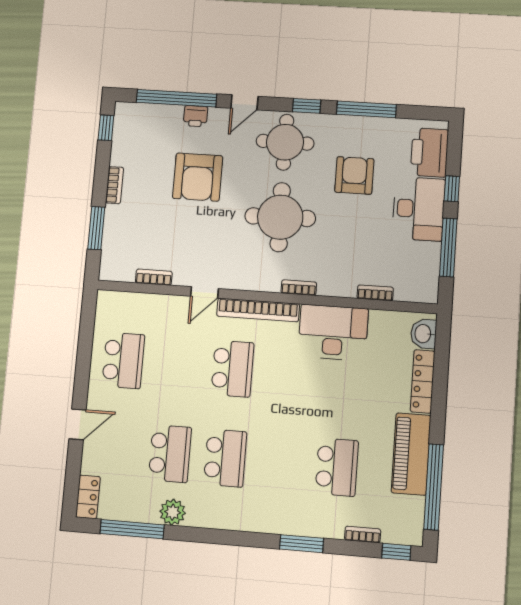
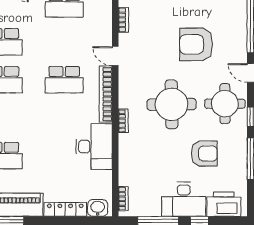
printer: (196, 116) -> (240, 39), removed
bookcase: (375, 293) -> (123, 199), moved

